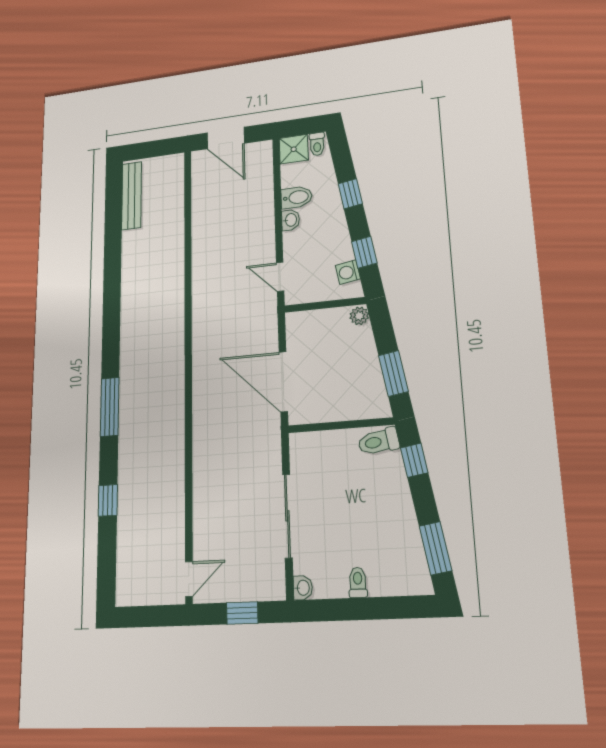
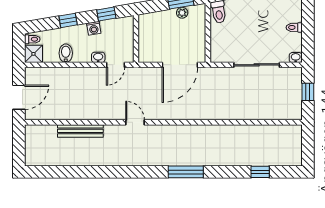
bench: (132, 196) -> (80, 131), moved
washbasin: (291, 220) -> (98, 57), moved
washing machine: (348, 272) -> (94, 28), moved
plant: (359, 316) -> (182, 13), moved
window: (108, 500) -> (260, 172), moved
door: (189, 579) -> (135, 122), moved

